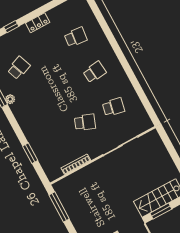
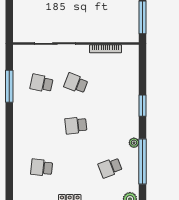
school desk: (95, 72) -> (76, 125), moved
window: (139, 90) -> (9, 86), added
window: (30, 153) -> (143, 106), moved

